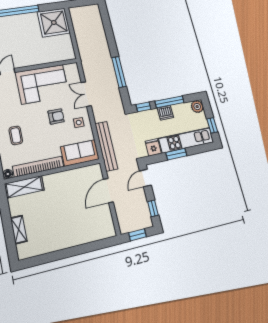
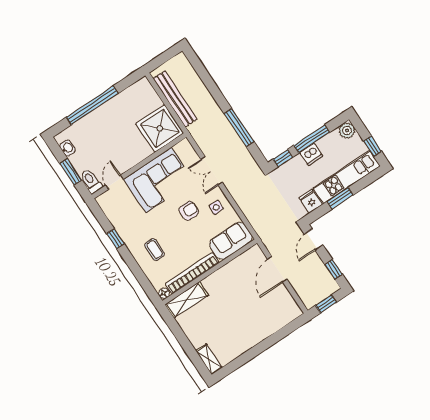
shower: (54, 22) -> (160, 128), moved
bench: (106, 146) -> (175, 99), moved
shelving: (19, 230) -> (209, 359), moved

